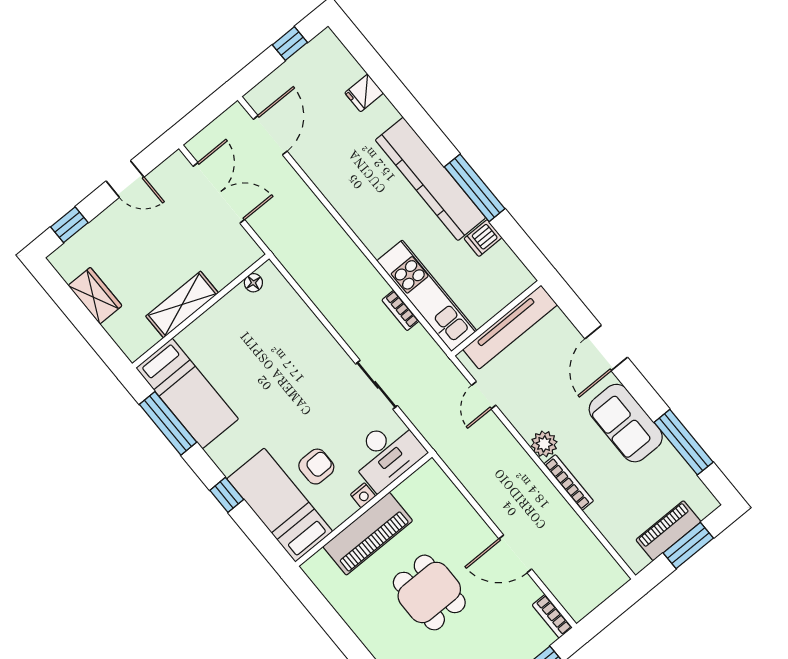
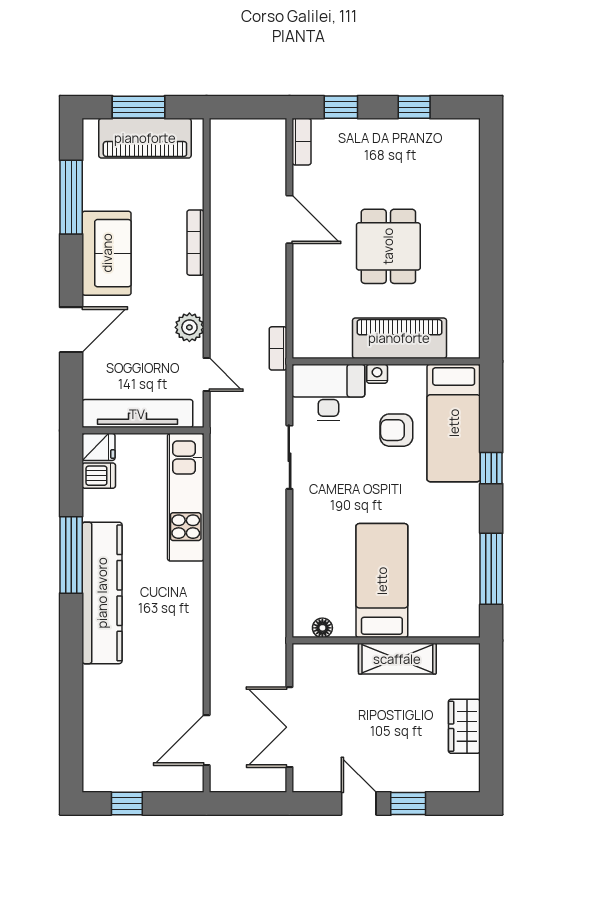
fridge: (364, 93) -> (98, 447), moved
window: (69, 225) -> (408, 804), moved
dishwasher: (483, 238) -> (99, 476), moved
bookcase: (400, 310) -> (278, 348), moved, turned 180
bed: (187, 393) -> (382, 581), moved
door: (484, 395) -> (207, 375), hinge flipped
plant: (544, 444) -> (189, 327), moved
piano: (668, 531) -> (145, 138), width x1.37, depth x1.33

